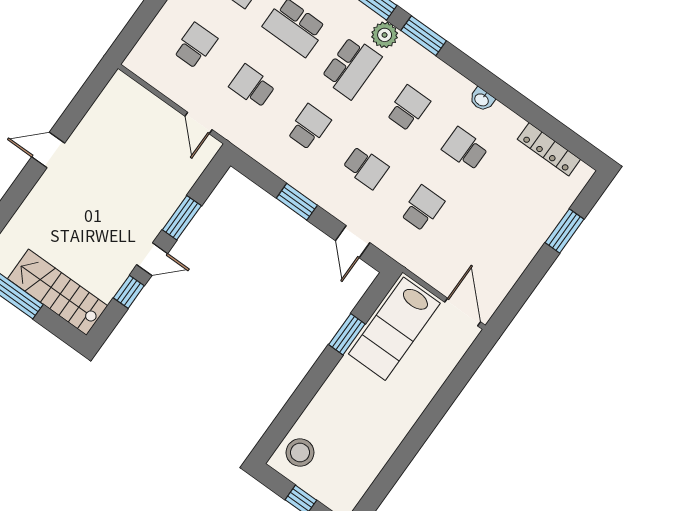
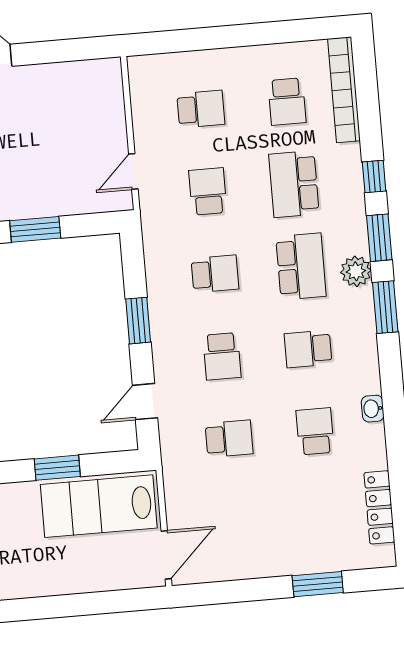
school desk: (351, 68) -> (301, 266), turned -90
school desk: (408, 108) -> (308, 349), turned 180

